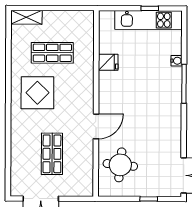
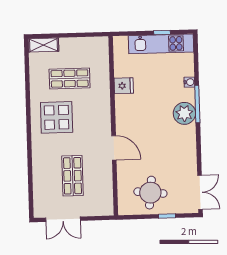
plant: (170, 93) -> (184, 113), added
door: (96, 126) -> (114, 148), hinge flipped
round table: (120, 165) -> (150, 193), moved

